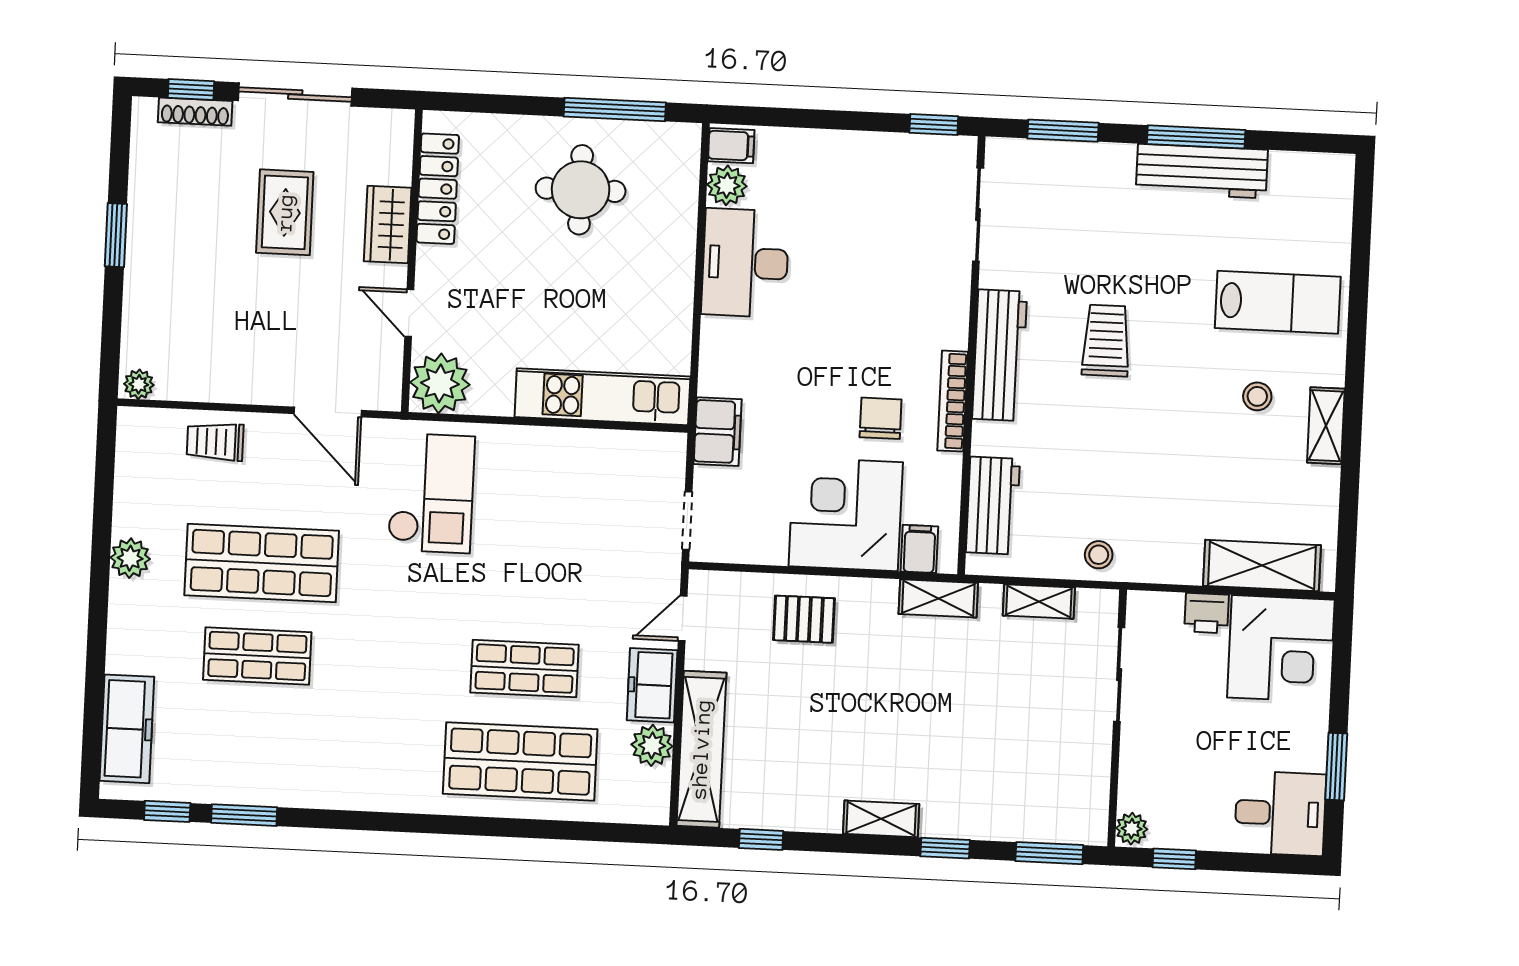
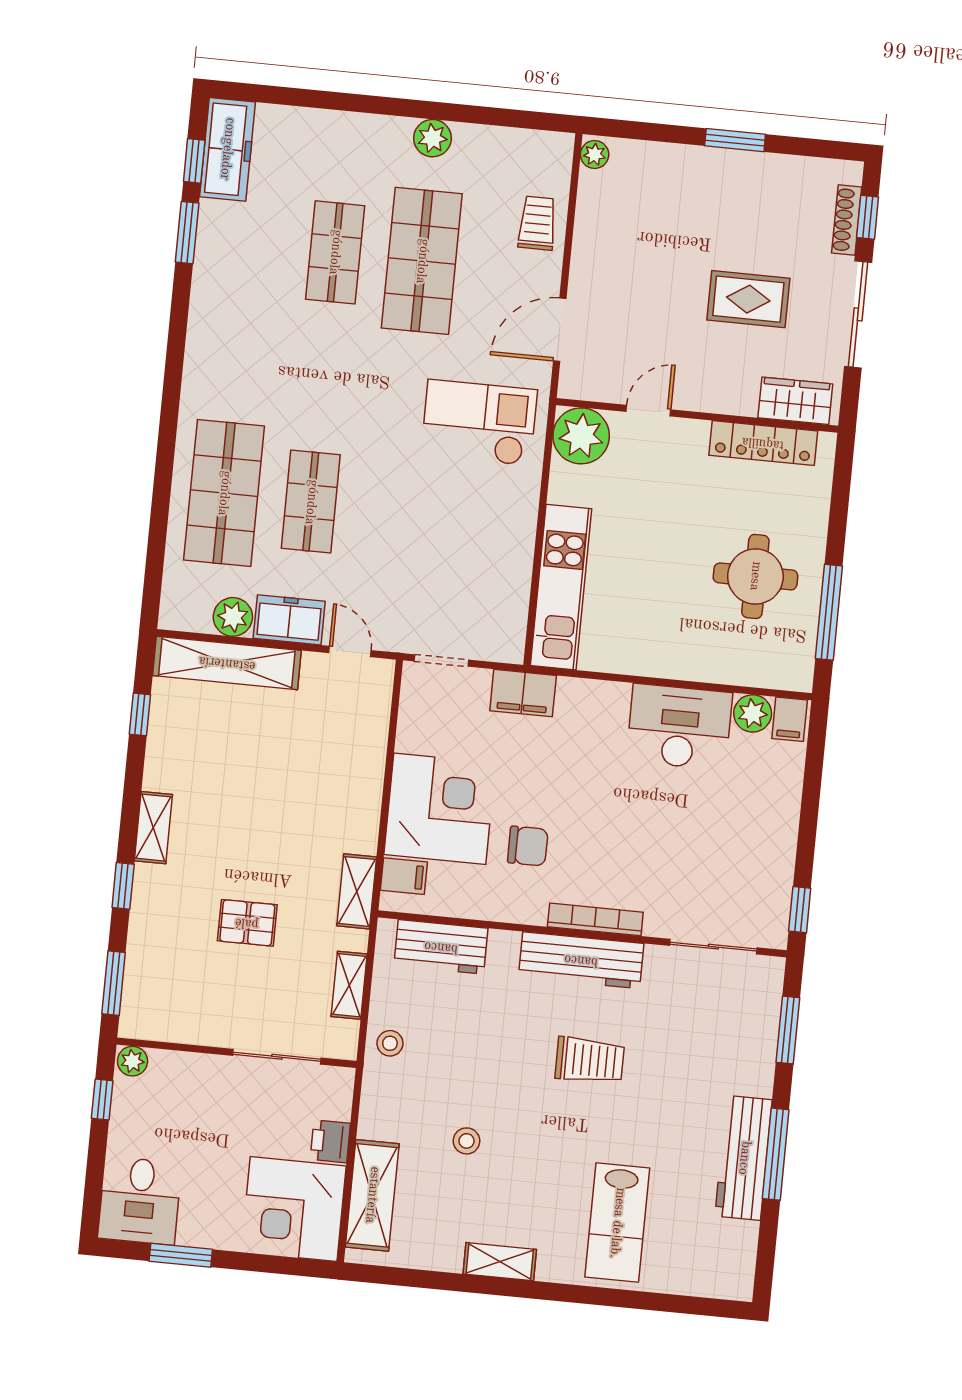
wardrobe: (388, 225) -> (795, 401), moved
stool: (1257, 396) -> (467, 1141), moved
bookcase: (953, 401) -> (595, 919), moved
checkout: (431, 493) -> (479, 423), turned 180
pallet: (804, 619) -> (247, 923), moved, turned 90
freezer: (127, 729) -> (227, 149), moved, turned -90

